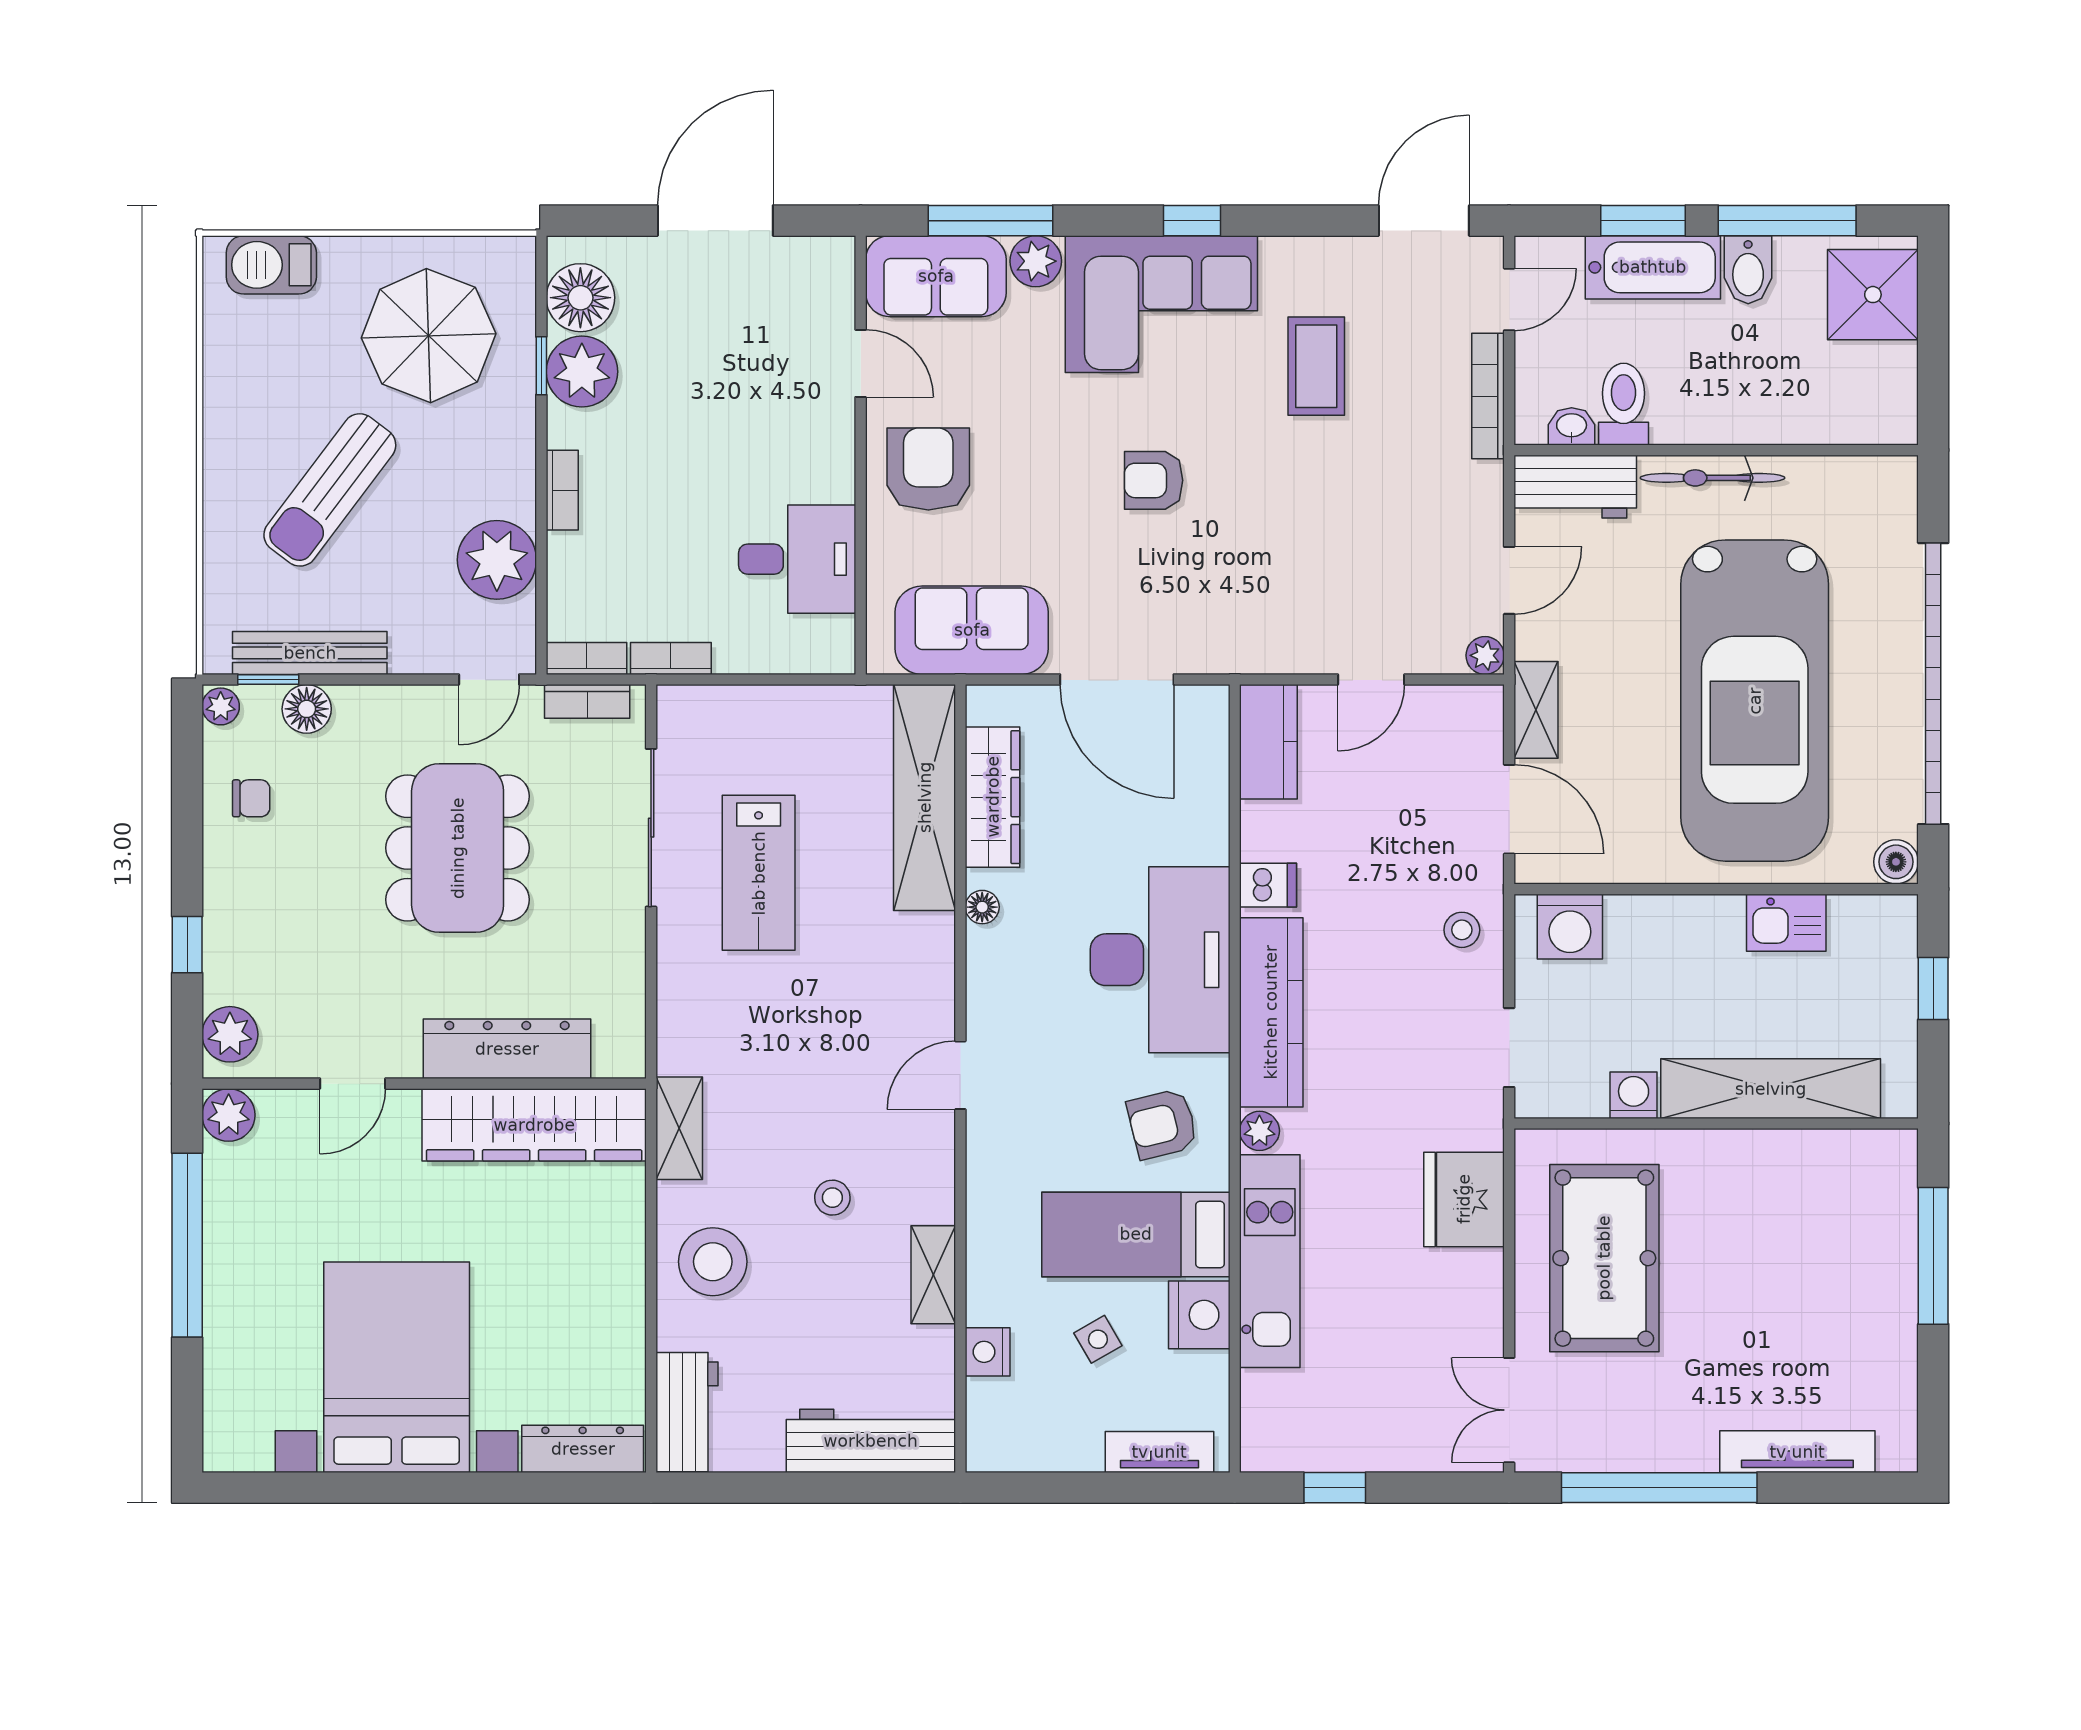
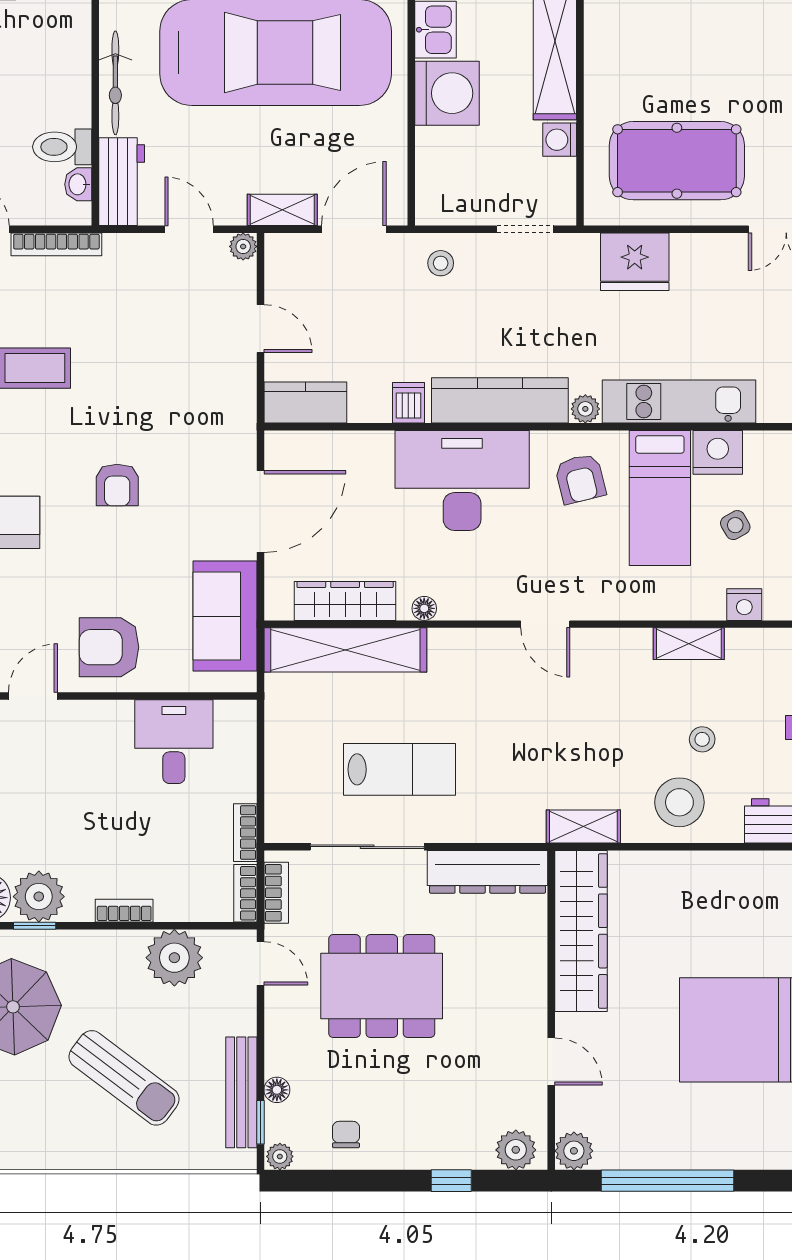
floor lamp: (307, 709) -> (277, 1090), width x0.73, depth x0.73
washing machine: (1570, 927) -> (447, 93), moved, width x1.37, depth x1.37
dresser: (507, 1049) -> (487, 872), moved, turned -90
stool: (832, 1198) -> (702, 739), moved

